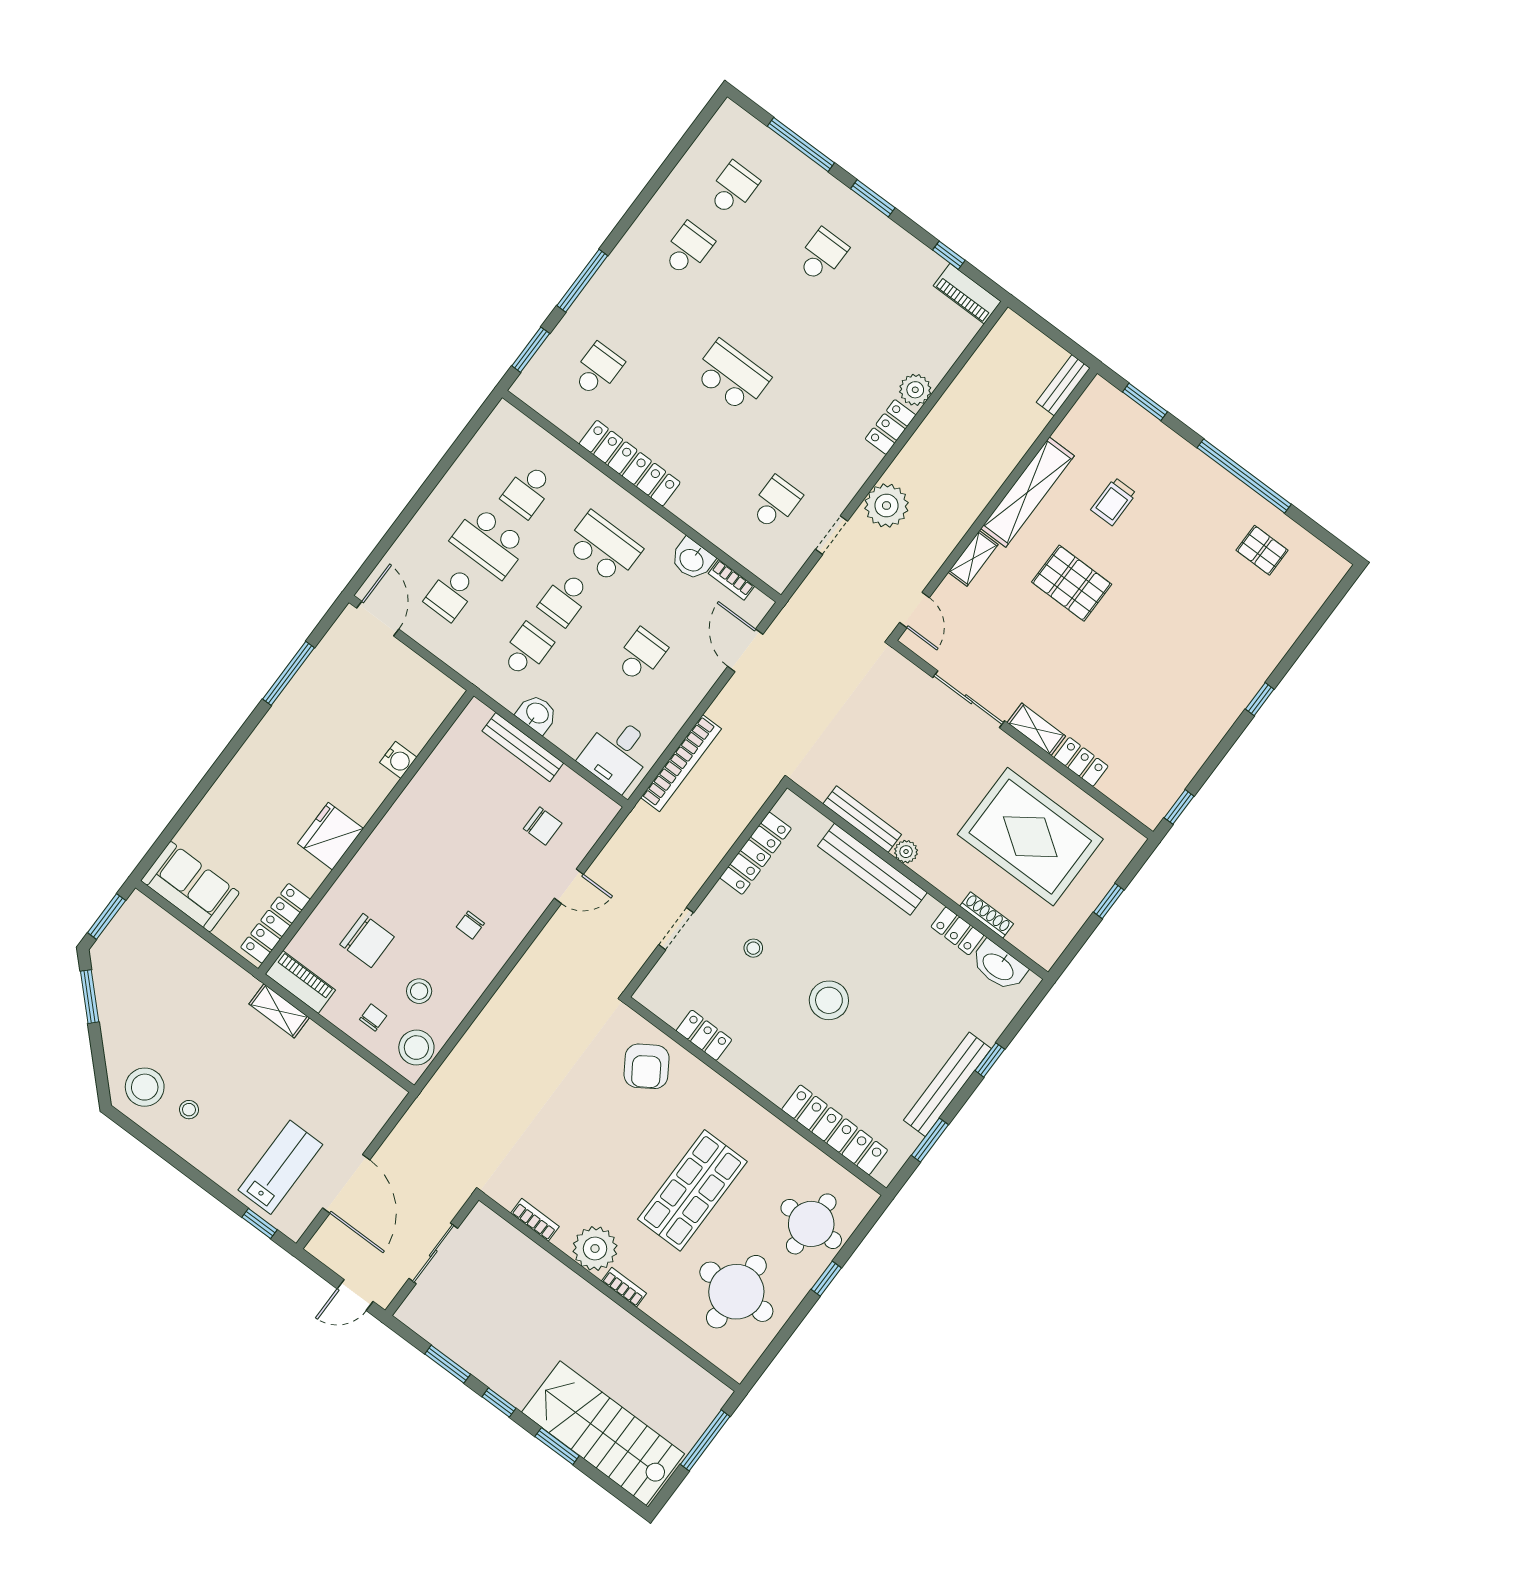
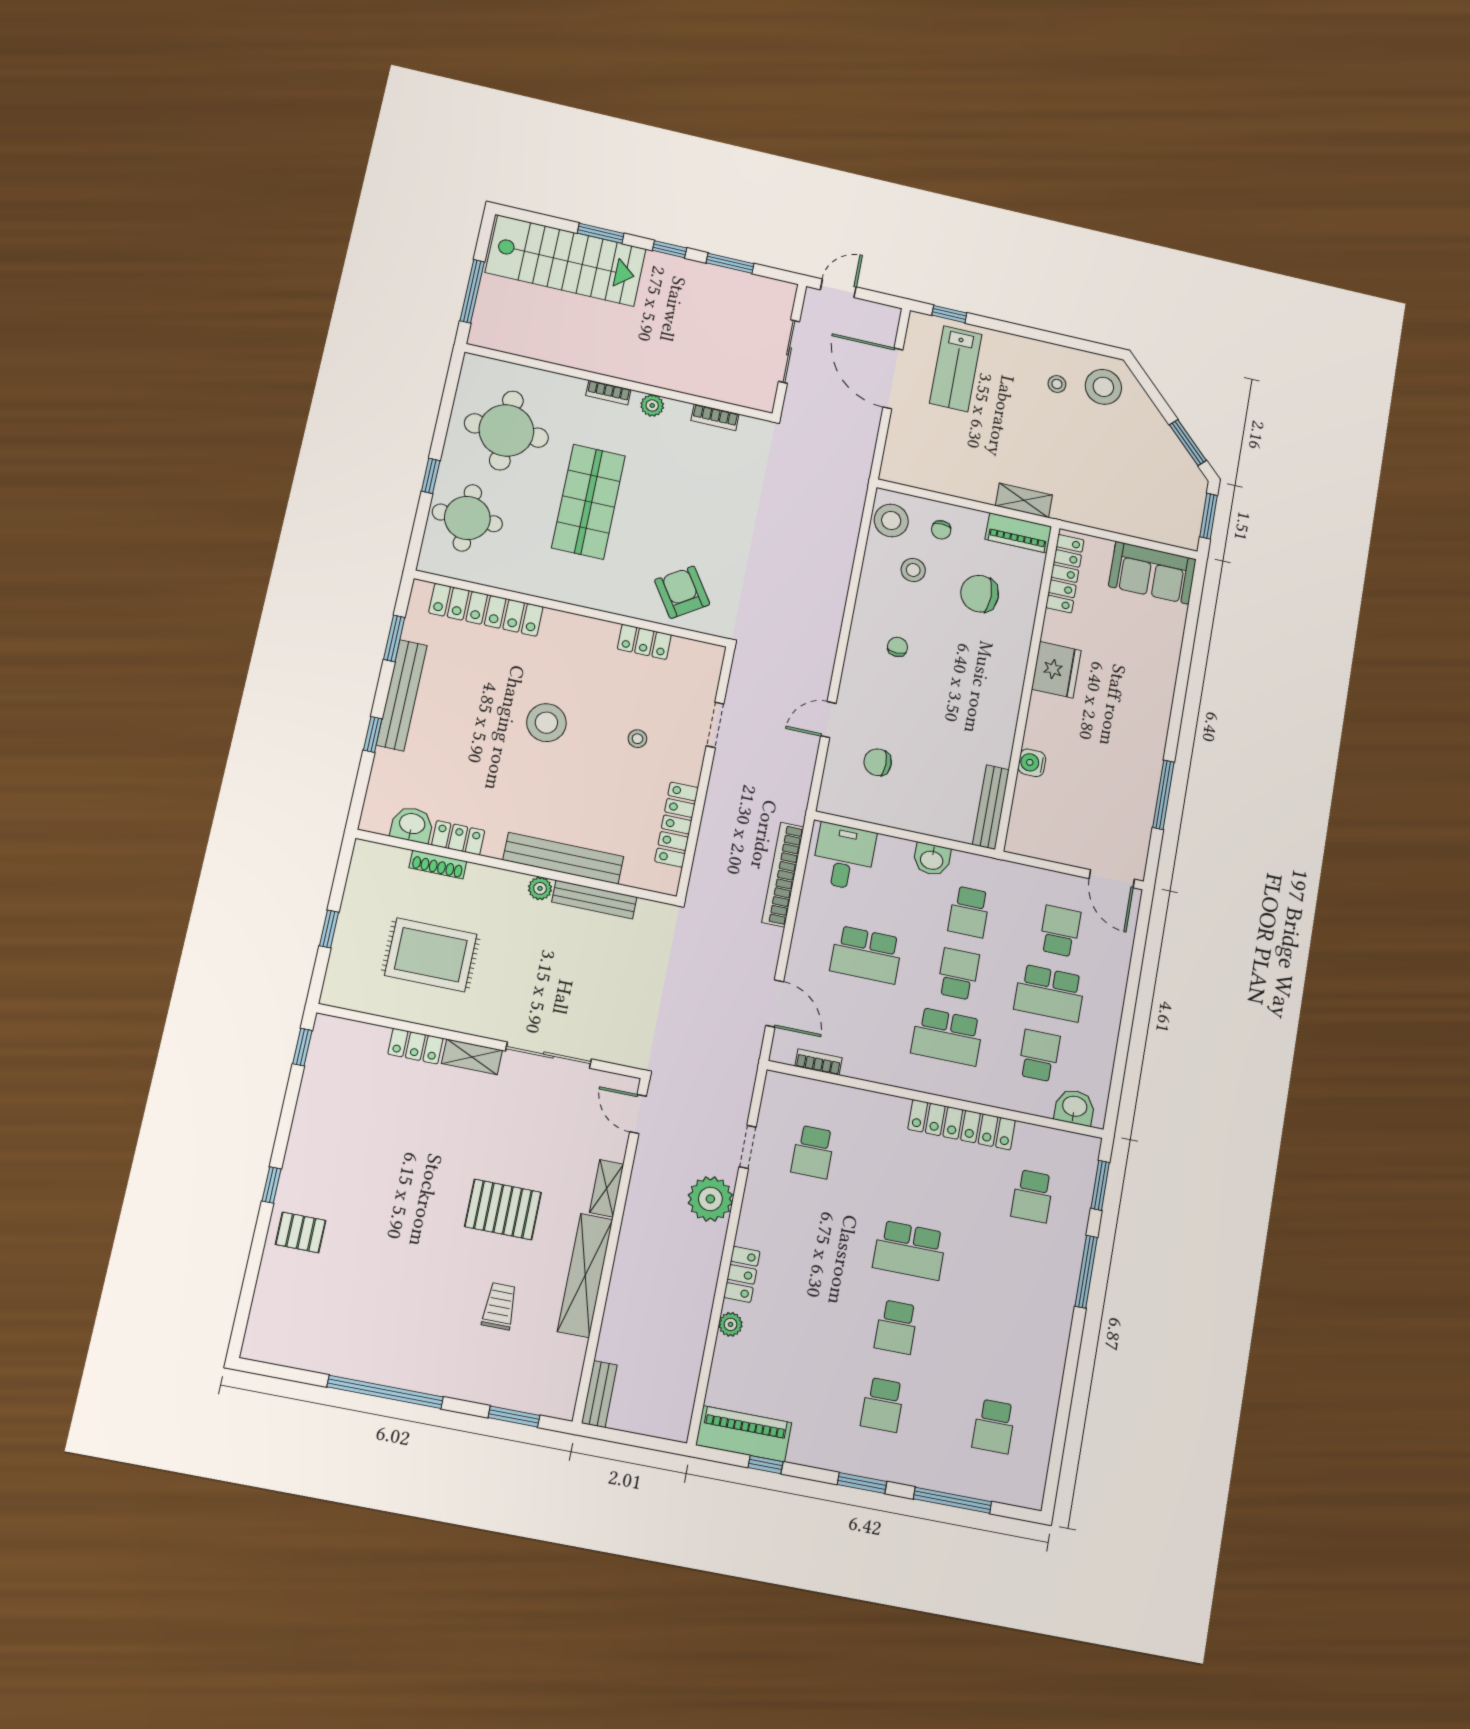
school desk: (688, 249) -> (896, 1327), moved
piano: (967, 294) -> (744, 1434), width x1.37, depth x1.33
plant: (915, 390) -> (731, 1324), width x0.73, depth x0.73
school desk: (489, 542) -> (1050, 993), turned 180
pallet: (1262, 550) -> (301, 1232), moved
washbasin: (692, 559) -> (1075, 1107), moved
school desk: (641, 655) -> (866, 955), width x1.85
bench: (523, 747) -> (991, 807), moved, turned 90
rug: (1030, 837) -> (431, 955), width x0.73, depth x0.69
washbasin: (999, 966) -> (412, 825), width x0.72
plant: (595, 1249) -> (652, 405), width x0.53, depth x0.53

